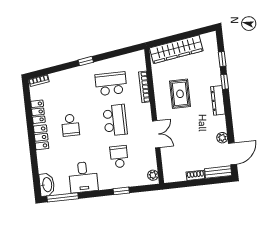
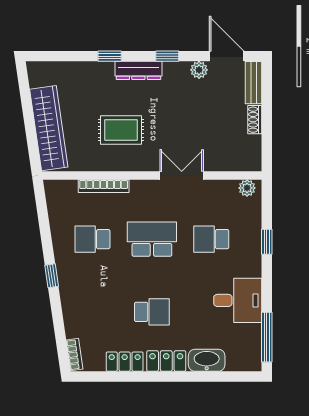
window: (222, 59) -> (167, 56), moved
school desk: (111, 84) -> (92, 239), width x0.54
washbasin: (47, 185) -> (207, 360), moved

